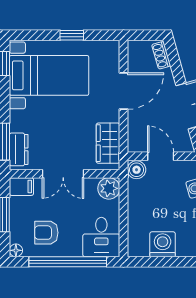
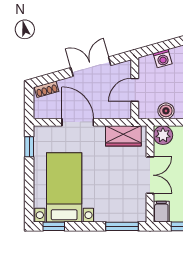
window: (72, 35) -> (29, 147), moved
dresser: (19, 149) -> (129, 214), removed
boiler: (137, 170) -> (166, 111), moved

